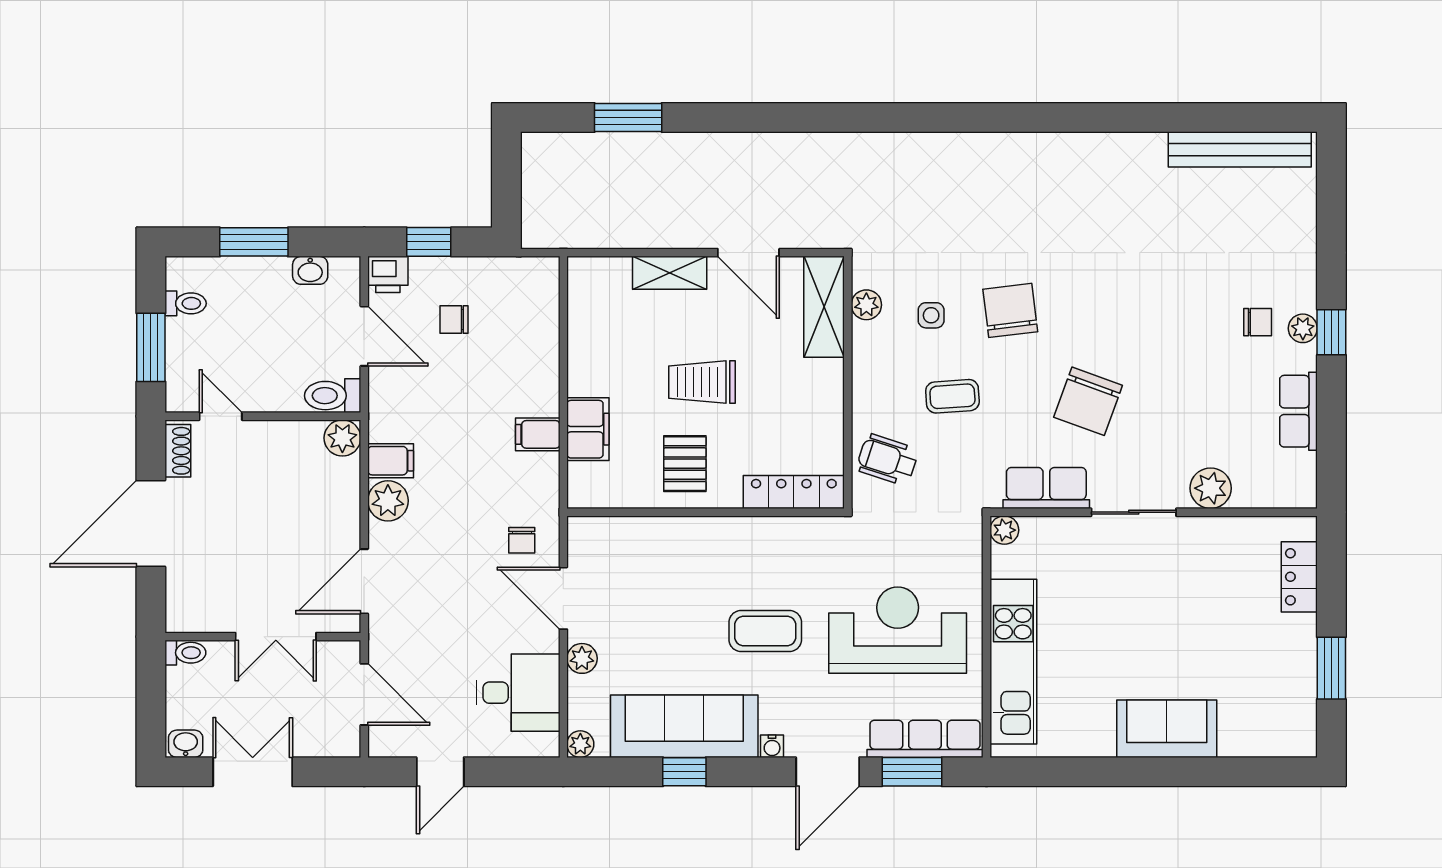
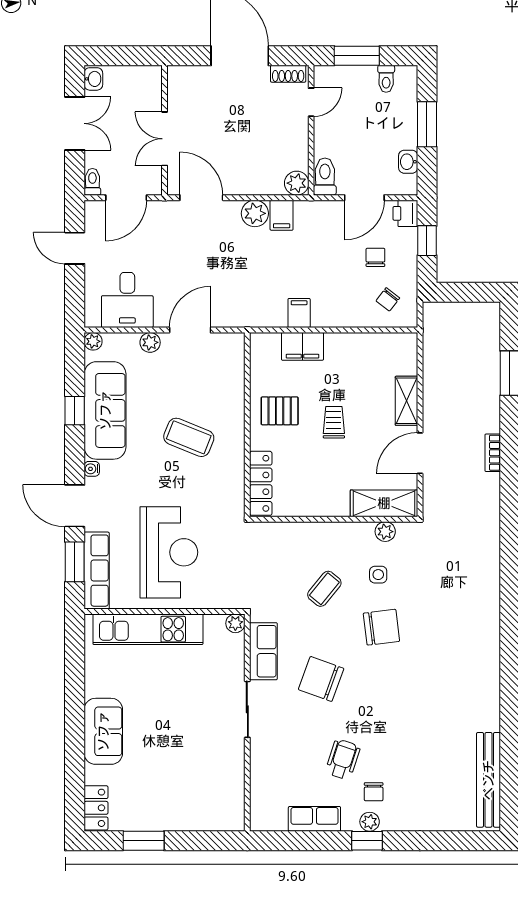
bookcase: (748, 143) -> (493, 453), added
trolley: (702, 382) -> (334, 422), width x0.73, depth x0.72
coffee table: (952, 396) -> (324, 589), turned 43
wheelchair: (887, 460) -> (343, 759), moved
plant: (1211, 488) -> (263, 760), removed
chair: (522, 540) -> (388, 299), moved, turned -52
locker: (1299, 577) -> (96, 808), moved, turned 90
coffee table: (765, 631) -> (189, 437), moved, turned -68
toilet: (185, 653) -> (92, 182), moved, turned 180

